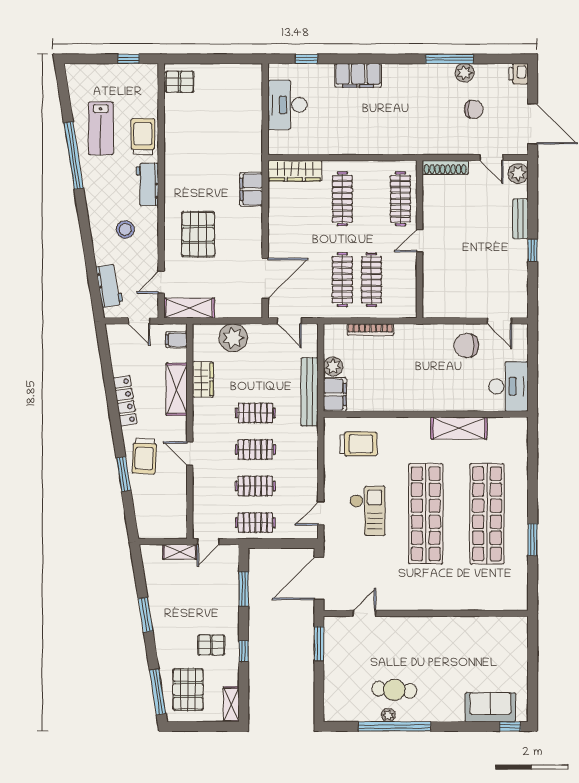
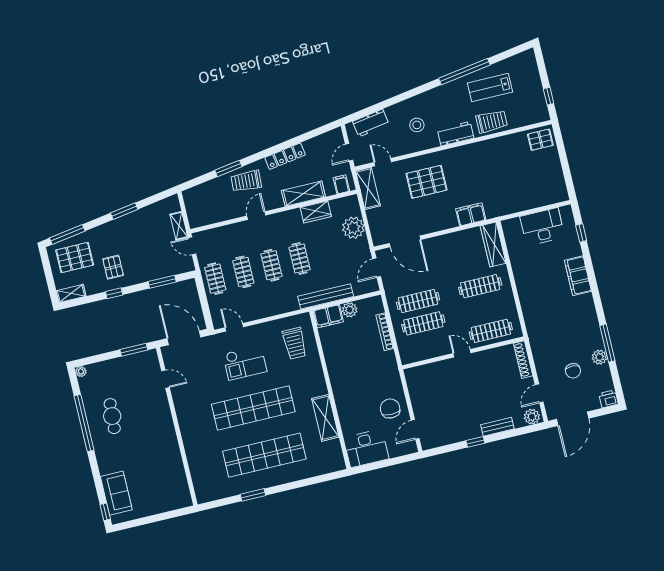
pallet: (180, 82) -> (540, 140), turned 90
plant: (388, 715) -> (81, 372), moved

